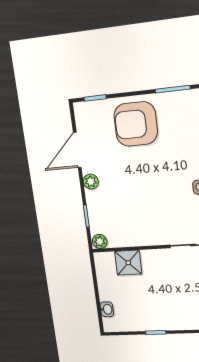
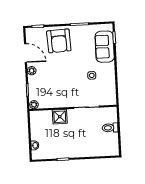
armchair: (136, 124) -> (59, 41), turned -93
door: (77, 150) -> (25, 53), swing flipped
shower: (128, 263) -> (60, 117), moved

